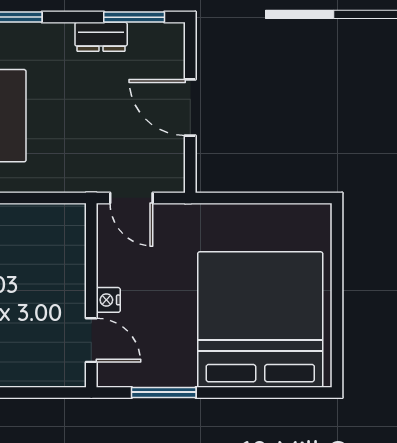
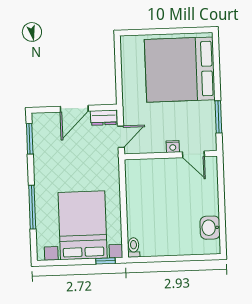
dresser: (101, 37) -> (104, 118), moved, turned 90
door: (91, 340) -> (193, 154), swing flipped

